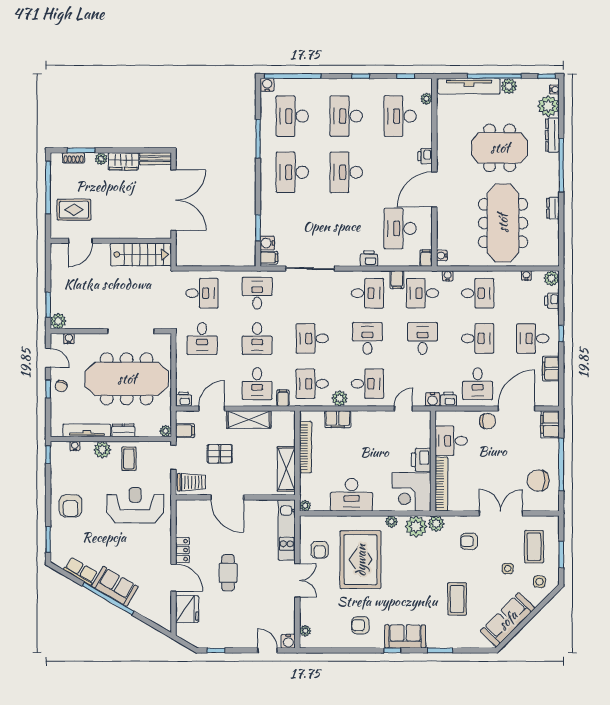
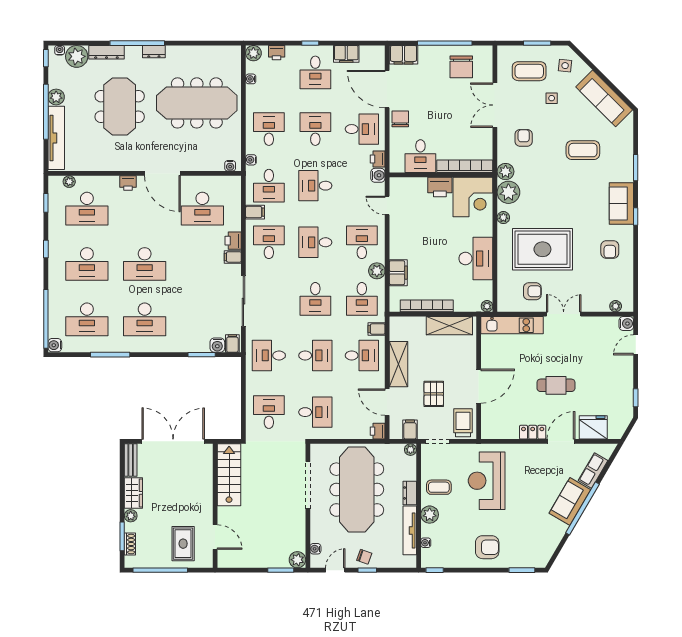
dresser: (553, 208) -> (154, 52), moved
filing cabinet: (426, 258) -> (233, 257), moved
armchair: (469, 541) -> (524, 138), turned 180
row of seats: (81, 571) -> (593, 471), moved

